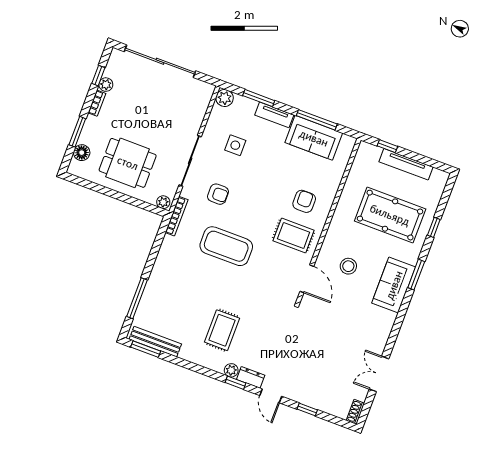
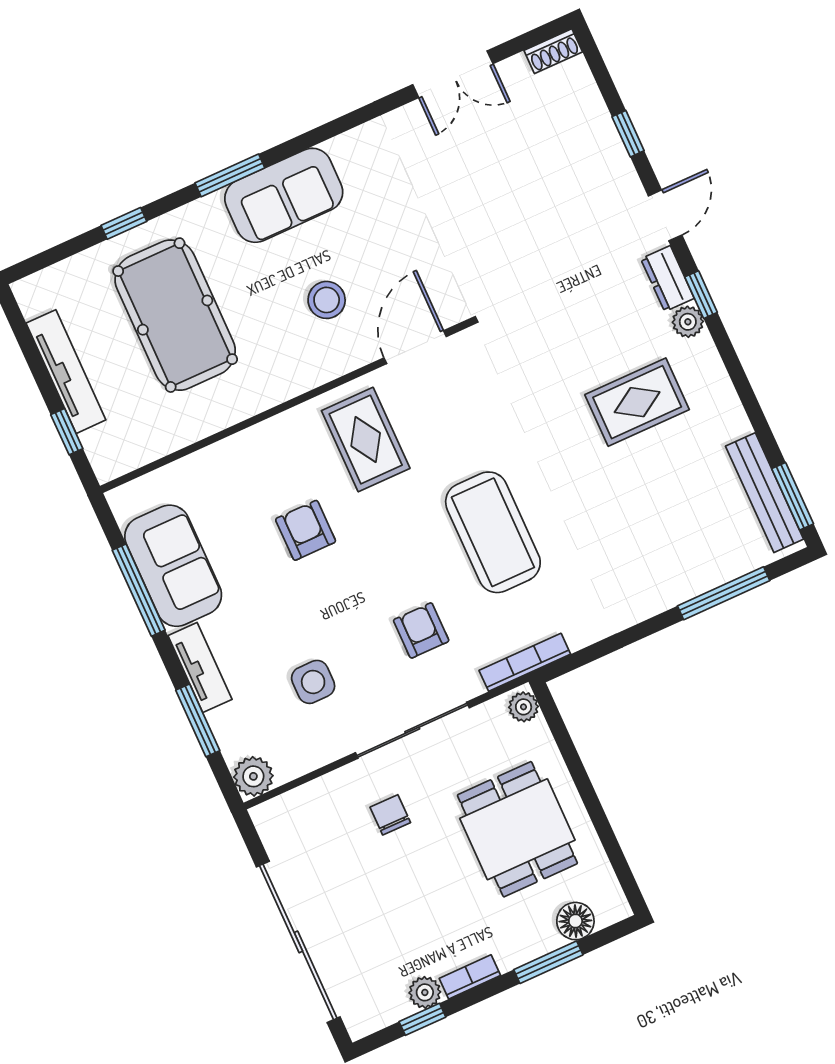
chair: (171, 128) -> (390, 815), added
armchair: (304, 201) -> (306, 530), moved, turned 90

